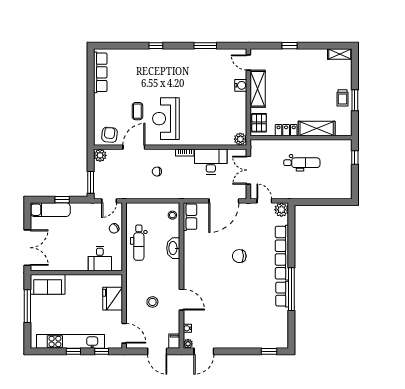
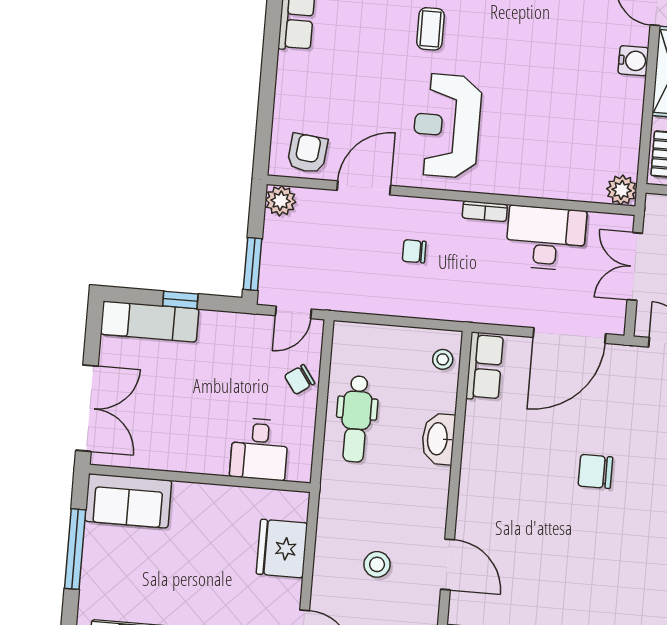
coffee table: (137, 111) -> (430, 29), moved

